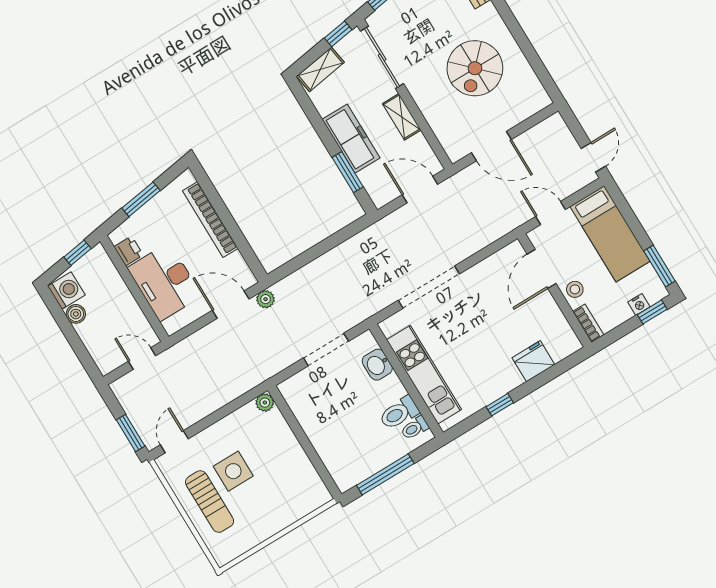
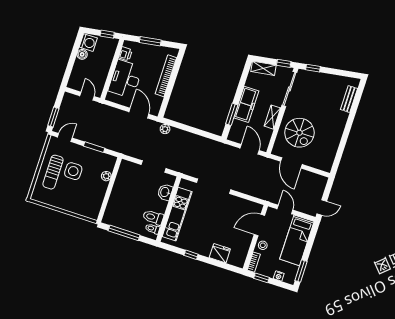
spiral stairs: (475, 68) -> (299, 133), moved, turned -90
plant: (266, 299) -> (165, 129), moved
window: (652, 312) -> (261, 278), moved
plant: (265, 403) -> (106, 176), moved
window: (224, 411) -> (94, 147), added

